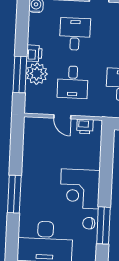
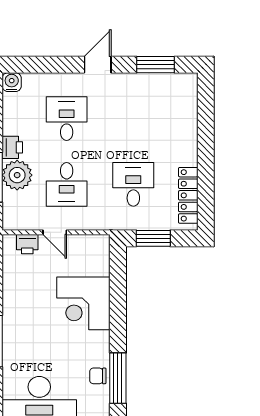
printer: (85, 126) -> (27, 244), moved
corner desk: (80, 189) -> (83, 303), moved

